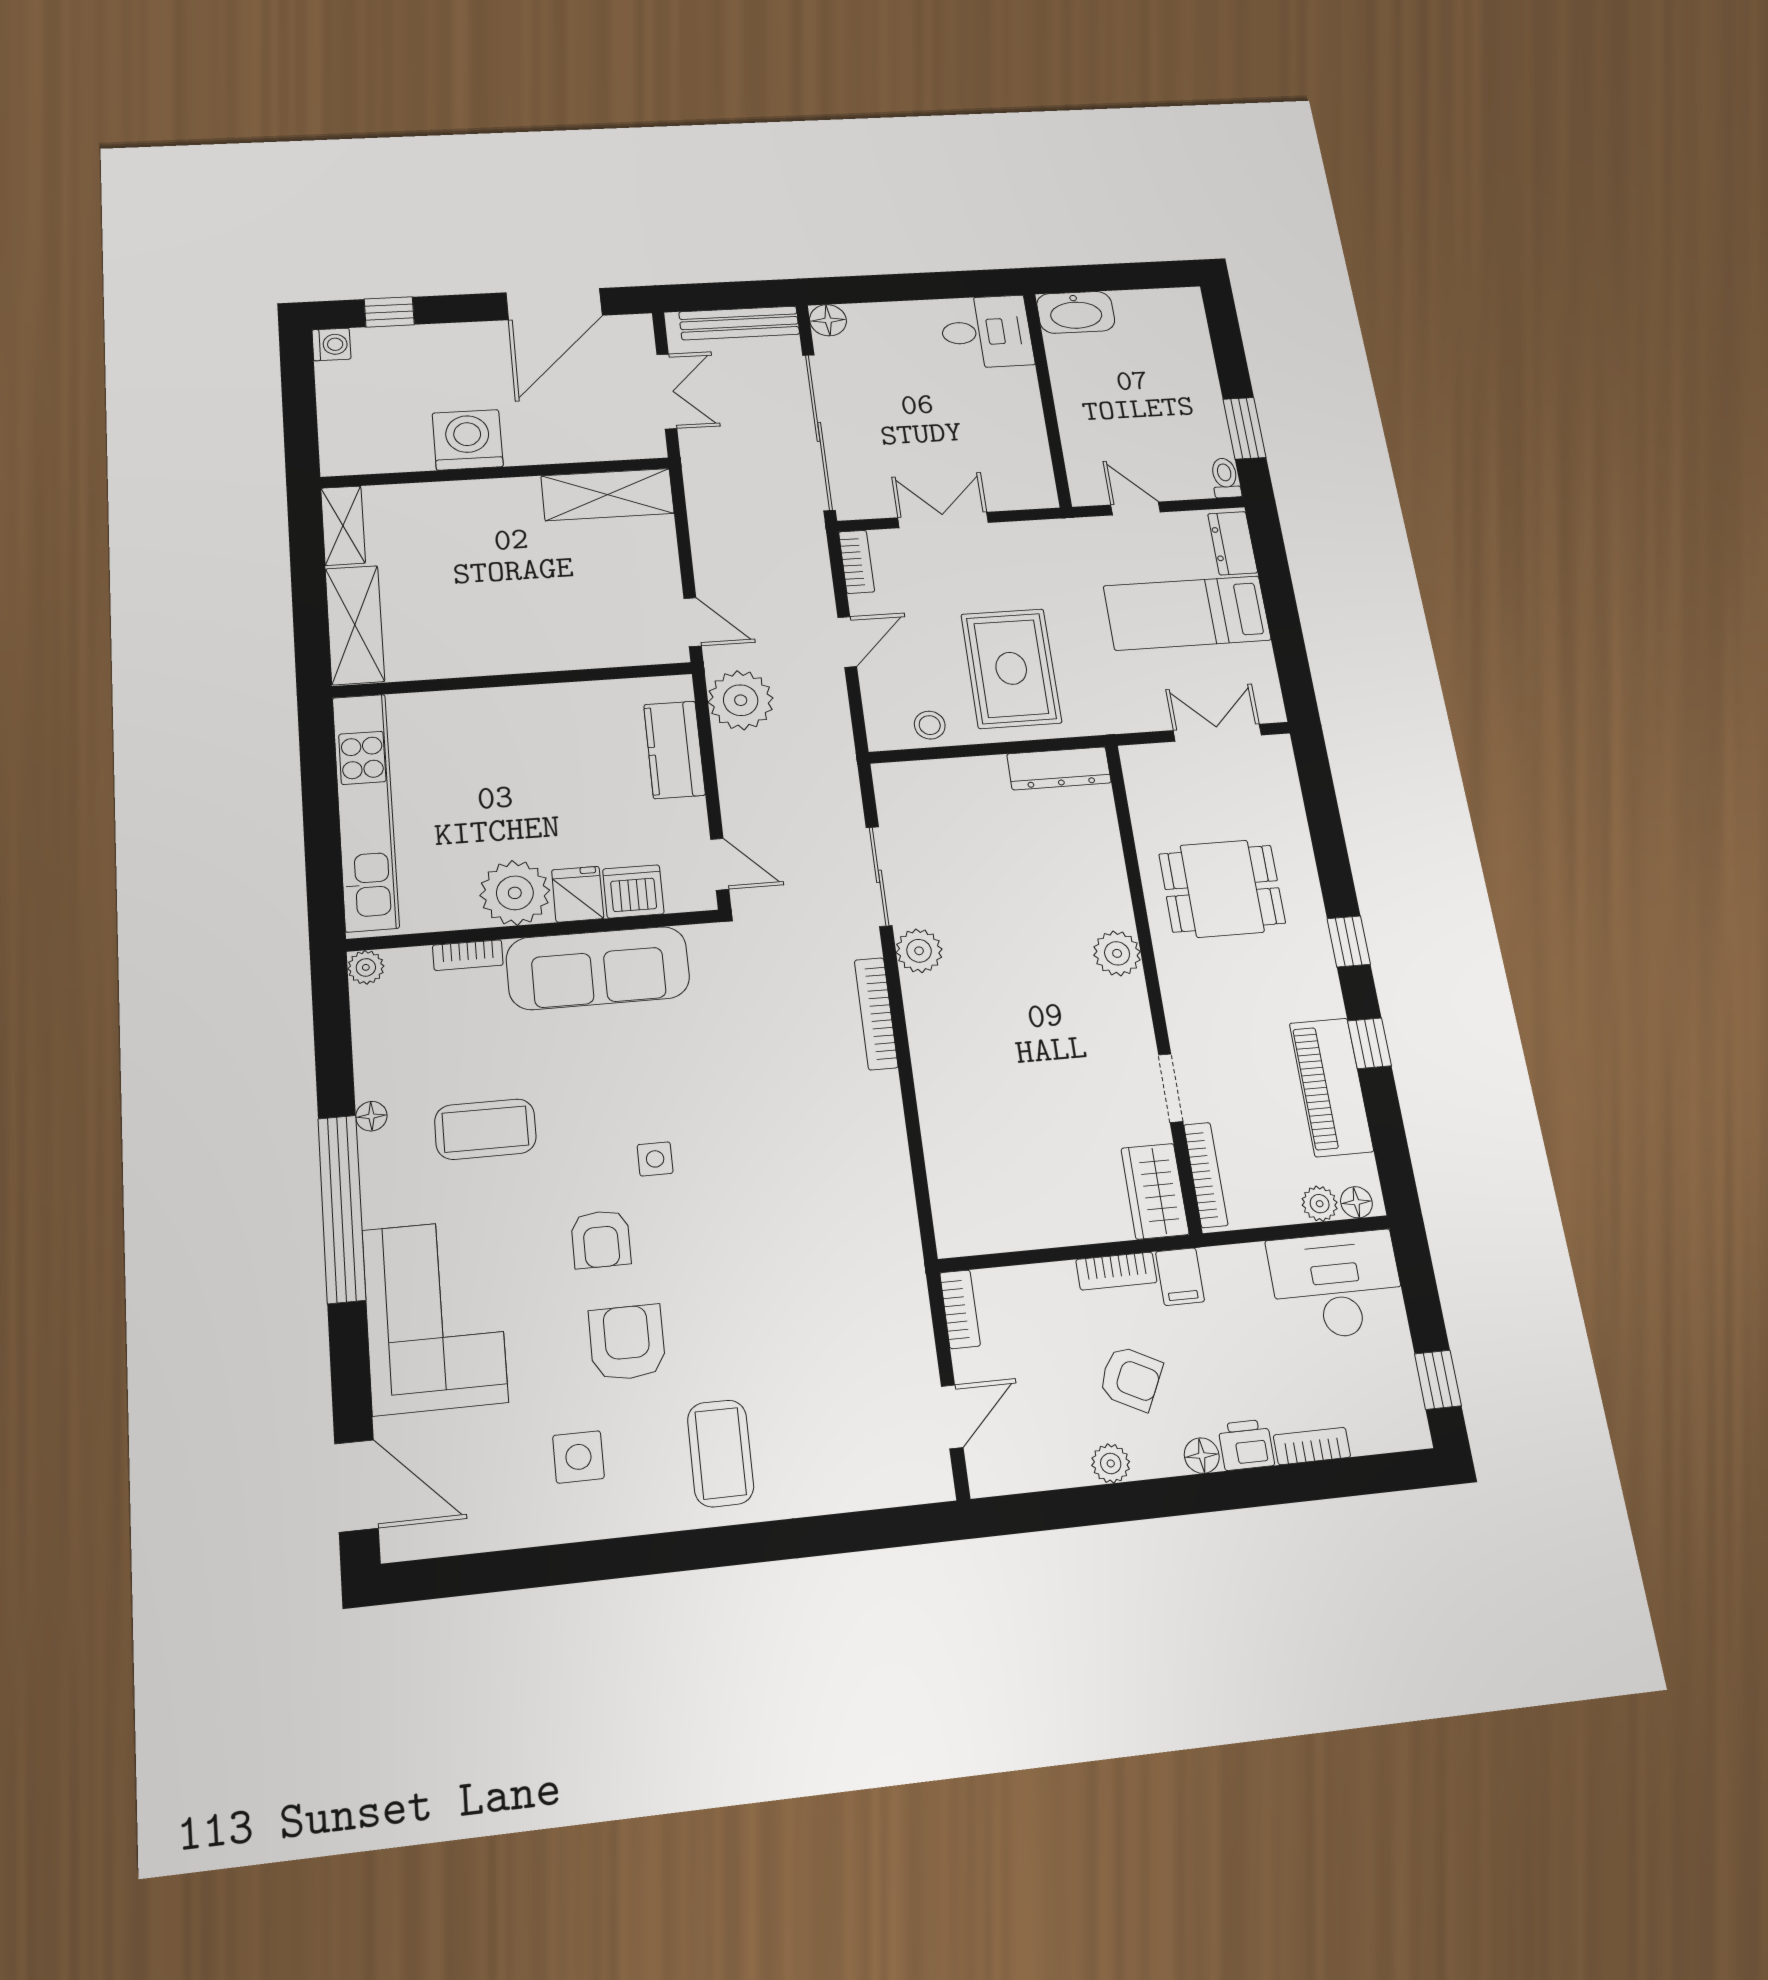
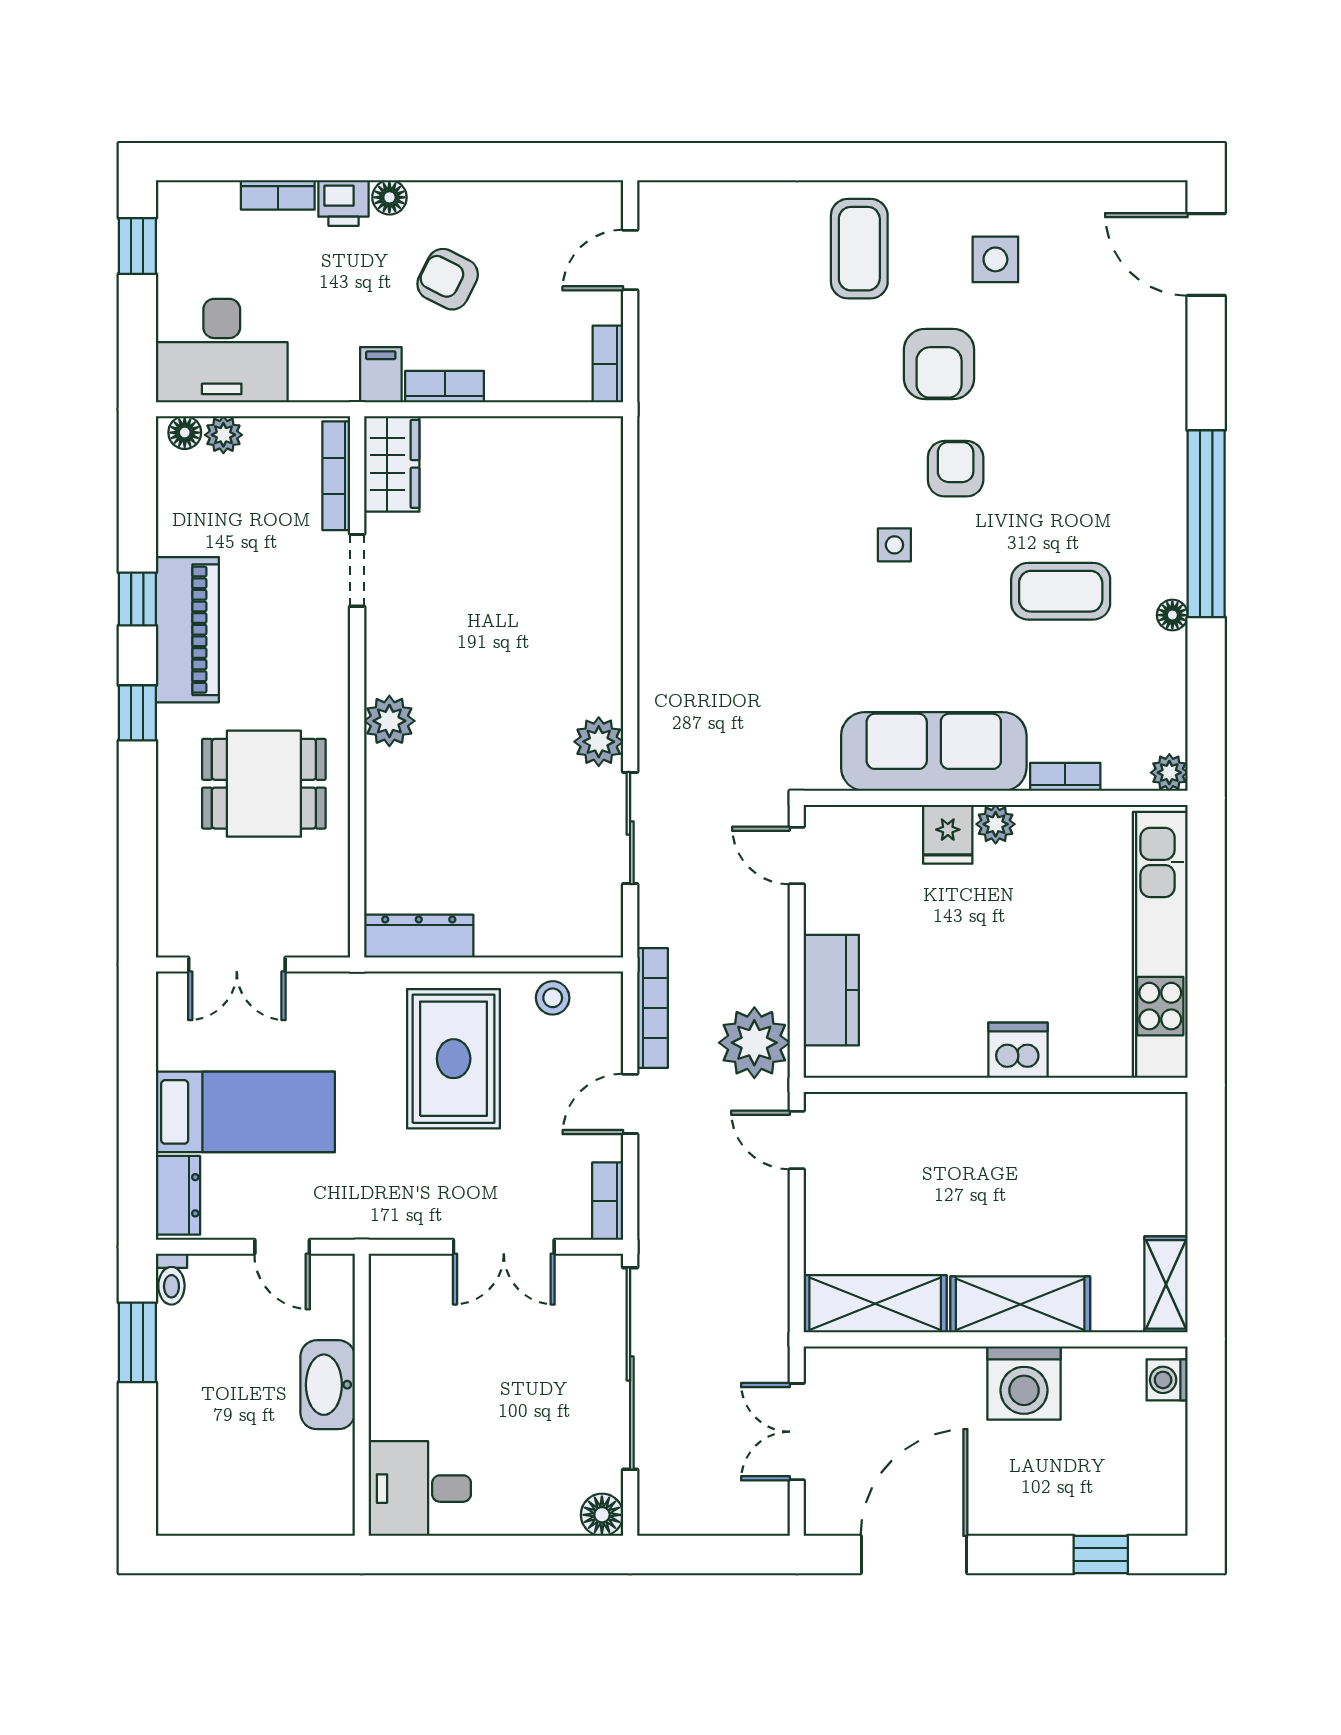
washbasin: (1076, 312) -> (328, 1385), moved, turned -90
bench: (739, 323) -> (705, 1517), removed
washing machine: (331, 344) -> (1167, 1380), moved
shelving: (355, 625) -> (1020, 1304), moved, turned 90
dishwasher: (633, 891) -> (1018, 1050), moved, turned 180
plant: (515, 893) -> (996, 824), width x0.53, depth x0.53
bookcase: (876, 1014) -> (652, 1008), moved
piano: (1331, 1087) -> (187, 630), moved
corner sofa: (435, 1316) -> (1123, 409), removed
plant: (1111, 1463) -> (481, 199), removed

